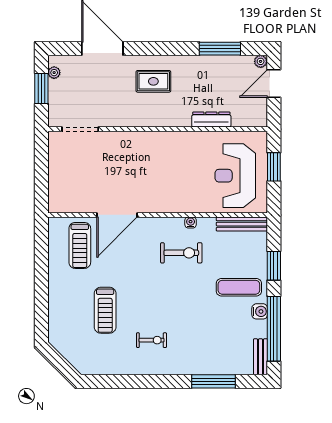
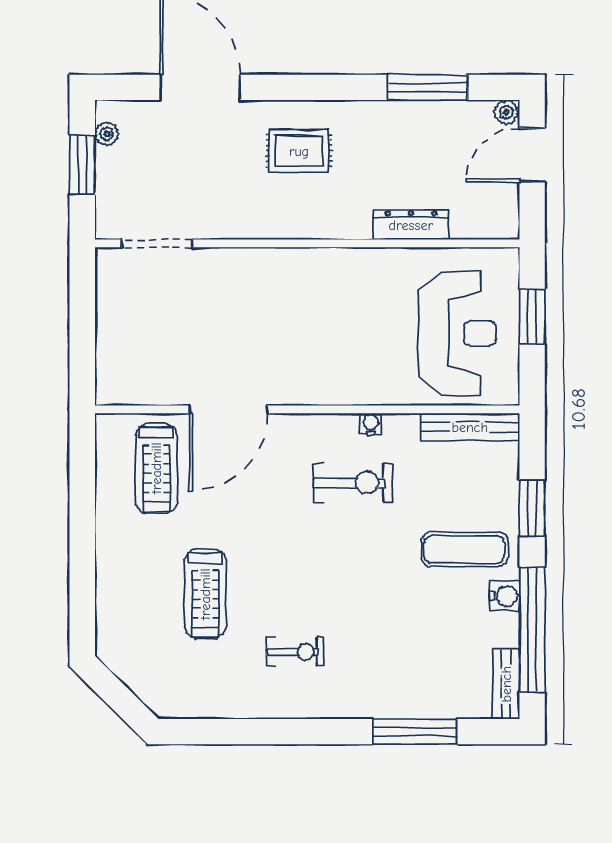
reception desk: (235, 176) -> (457, 333), turned 180

